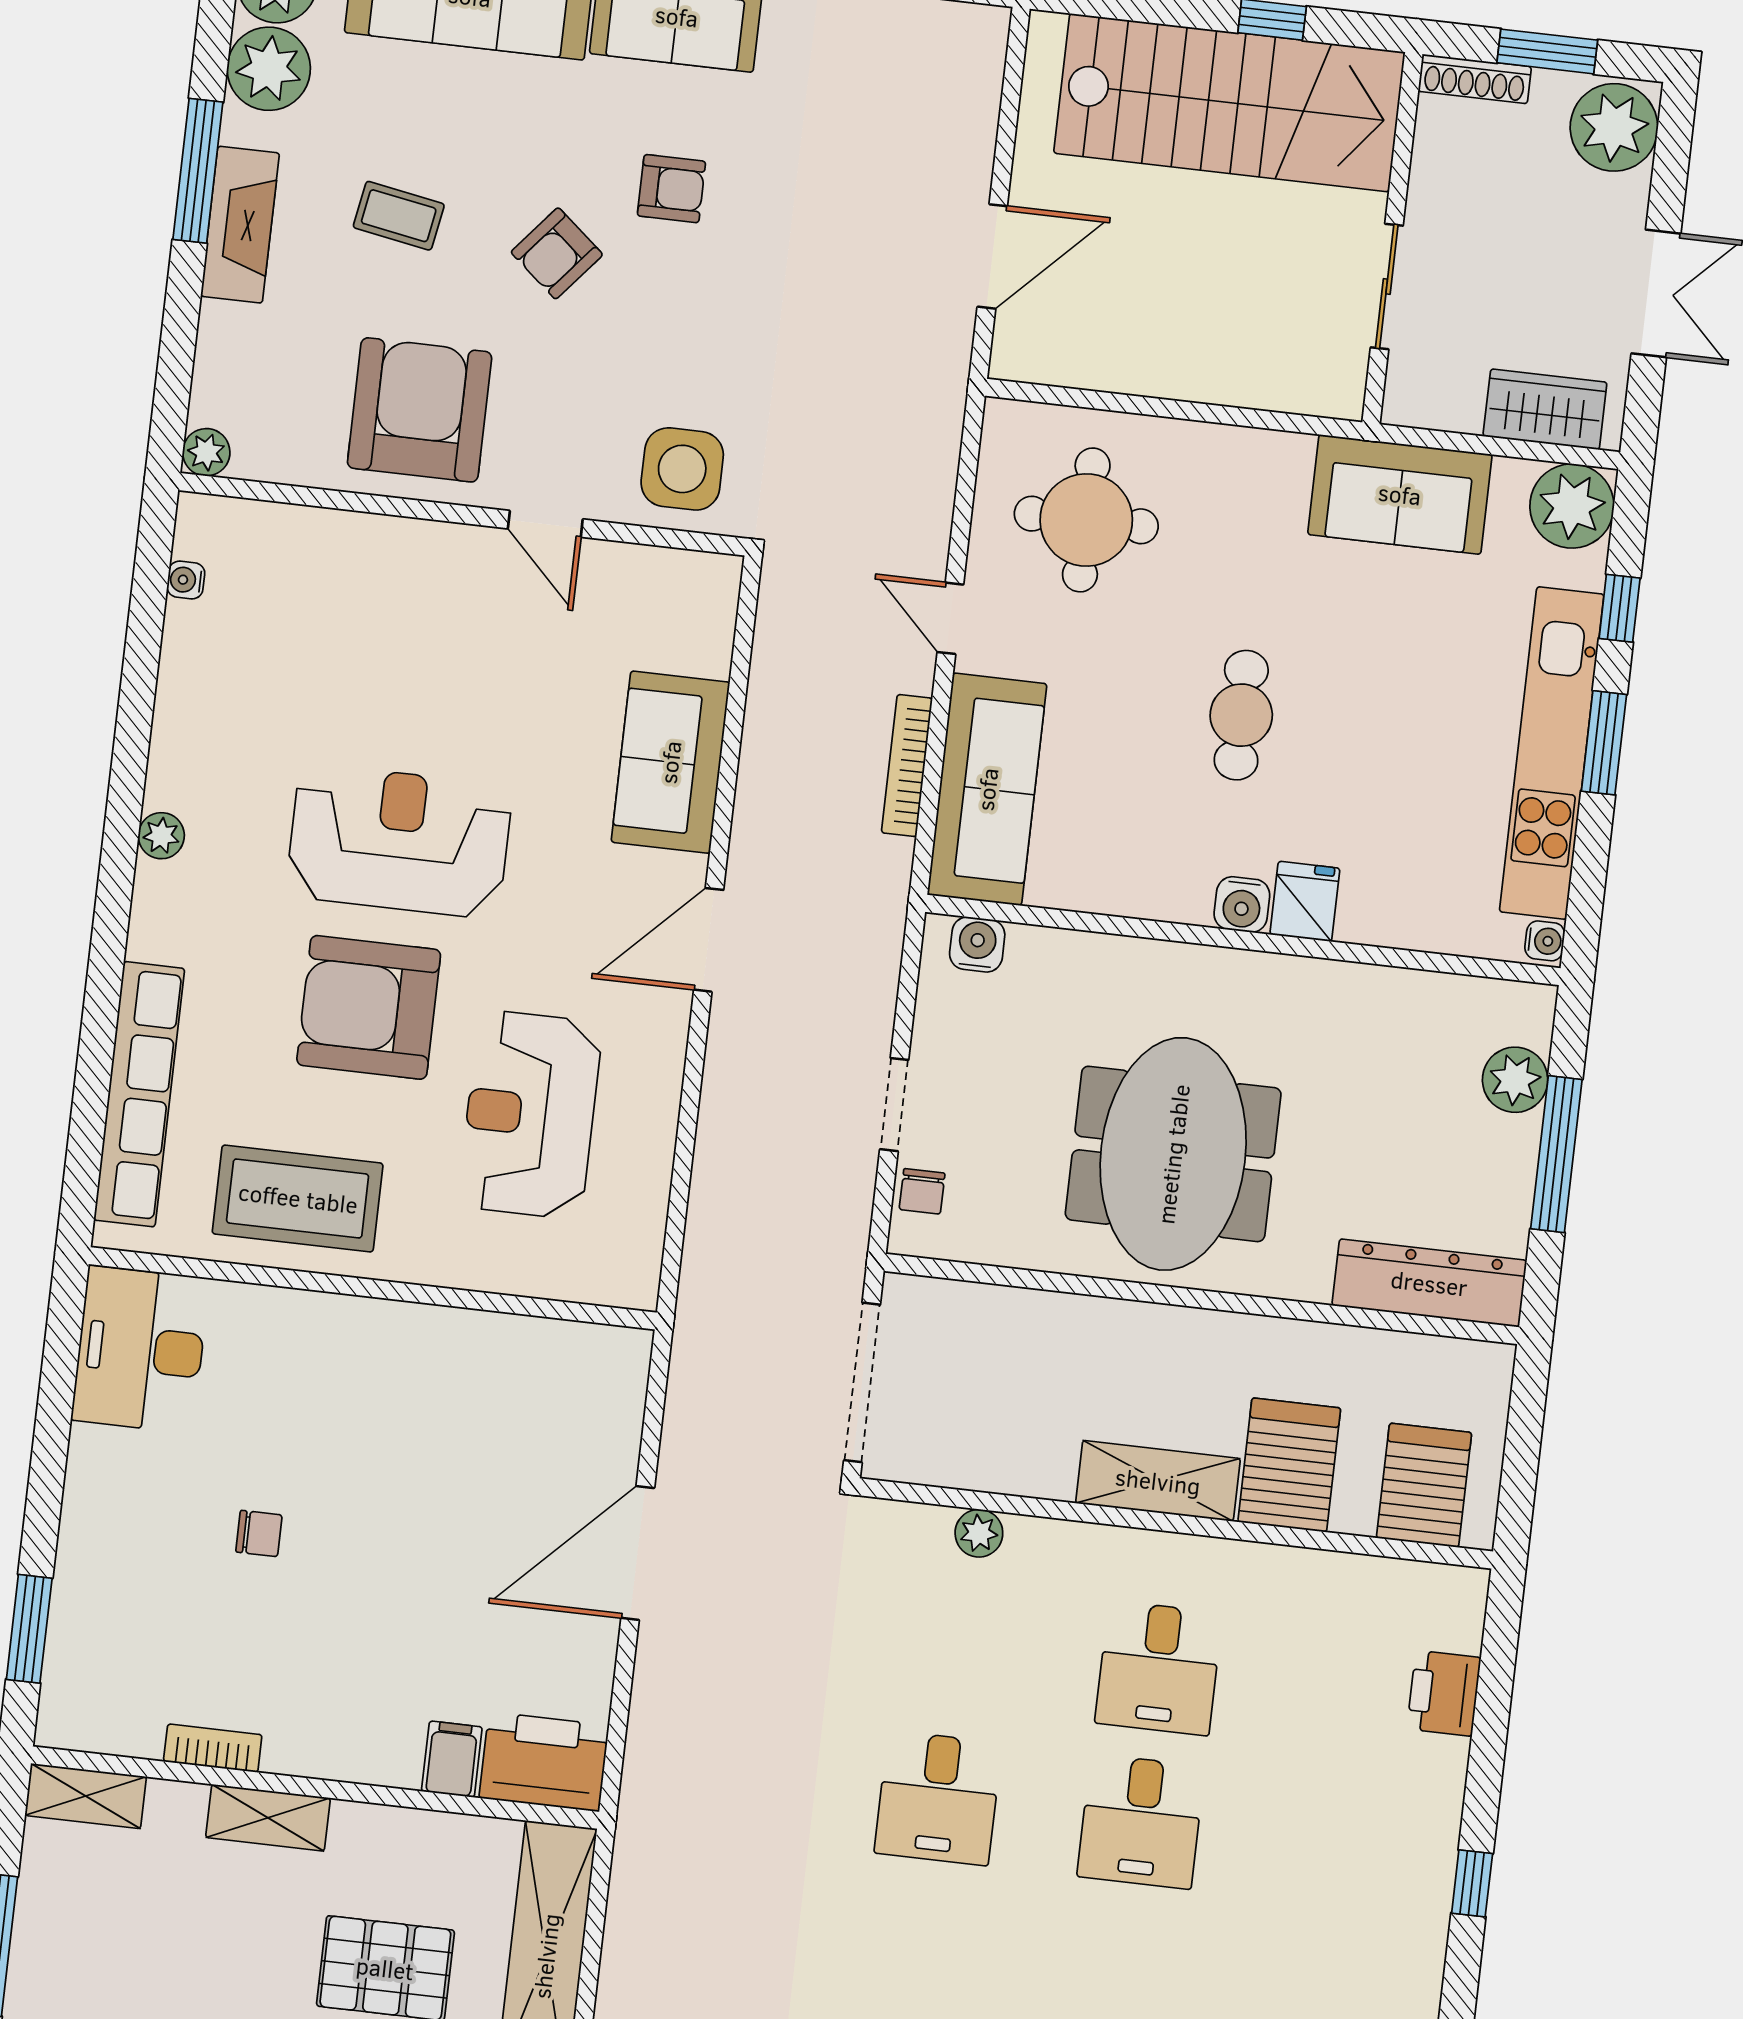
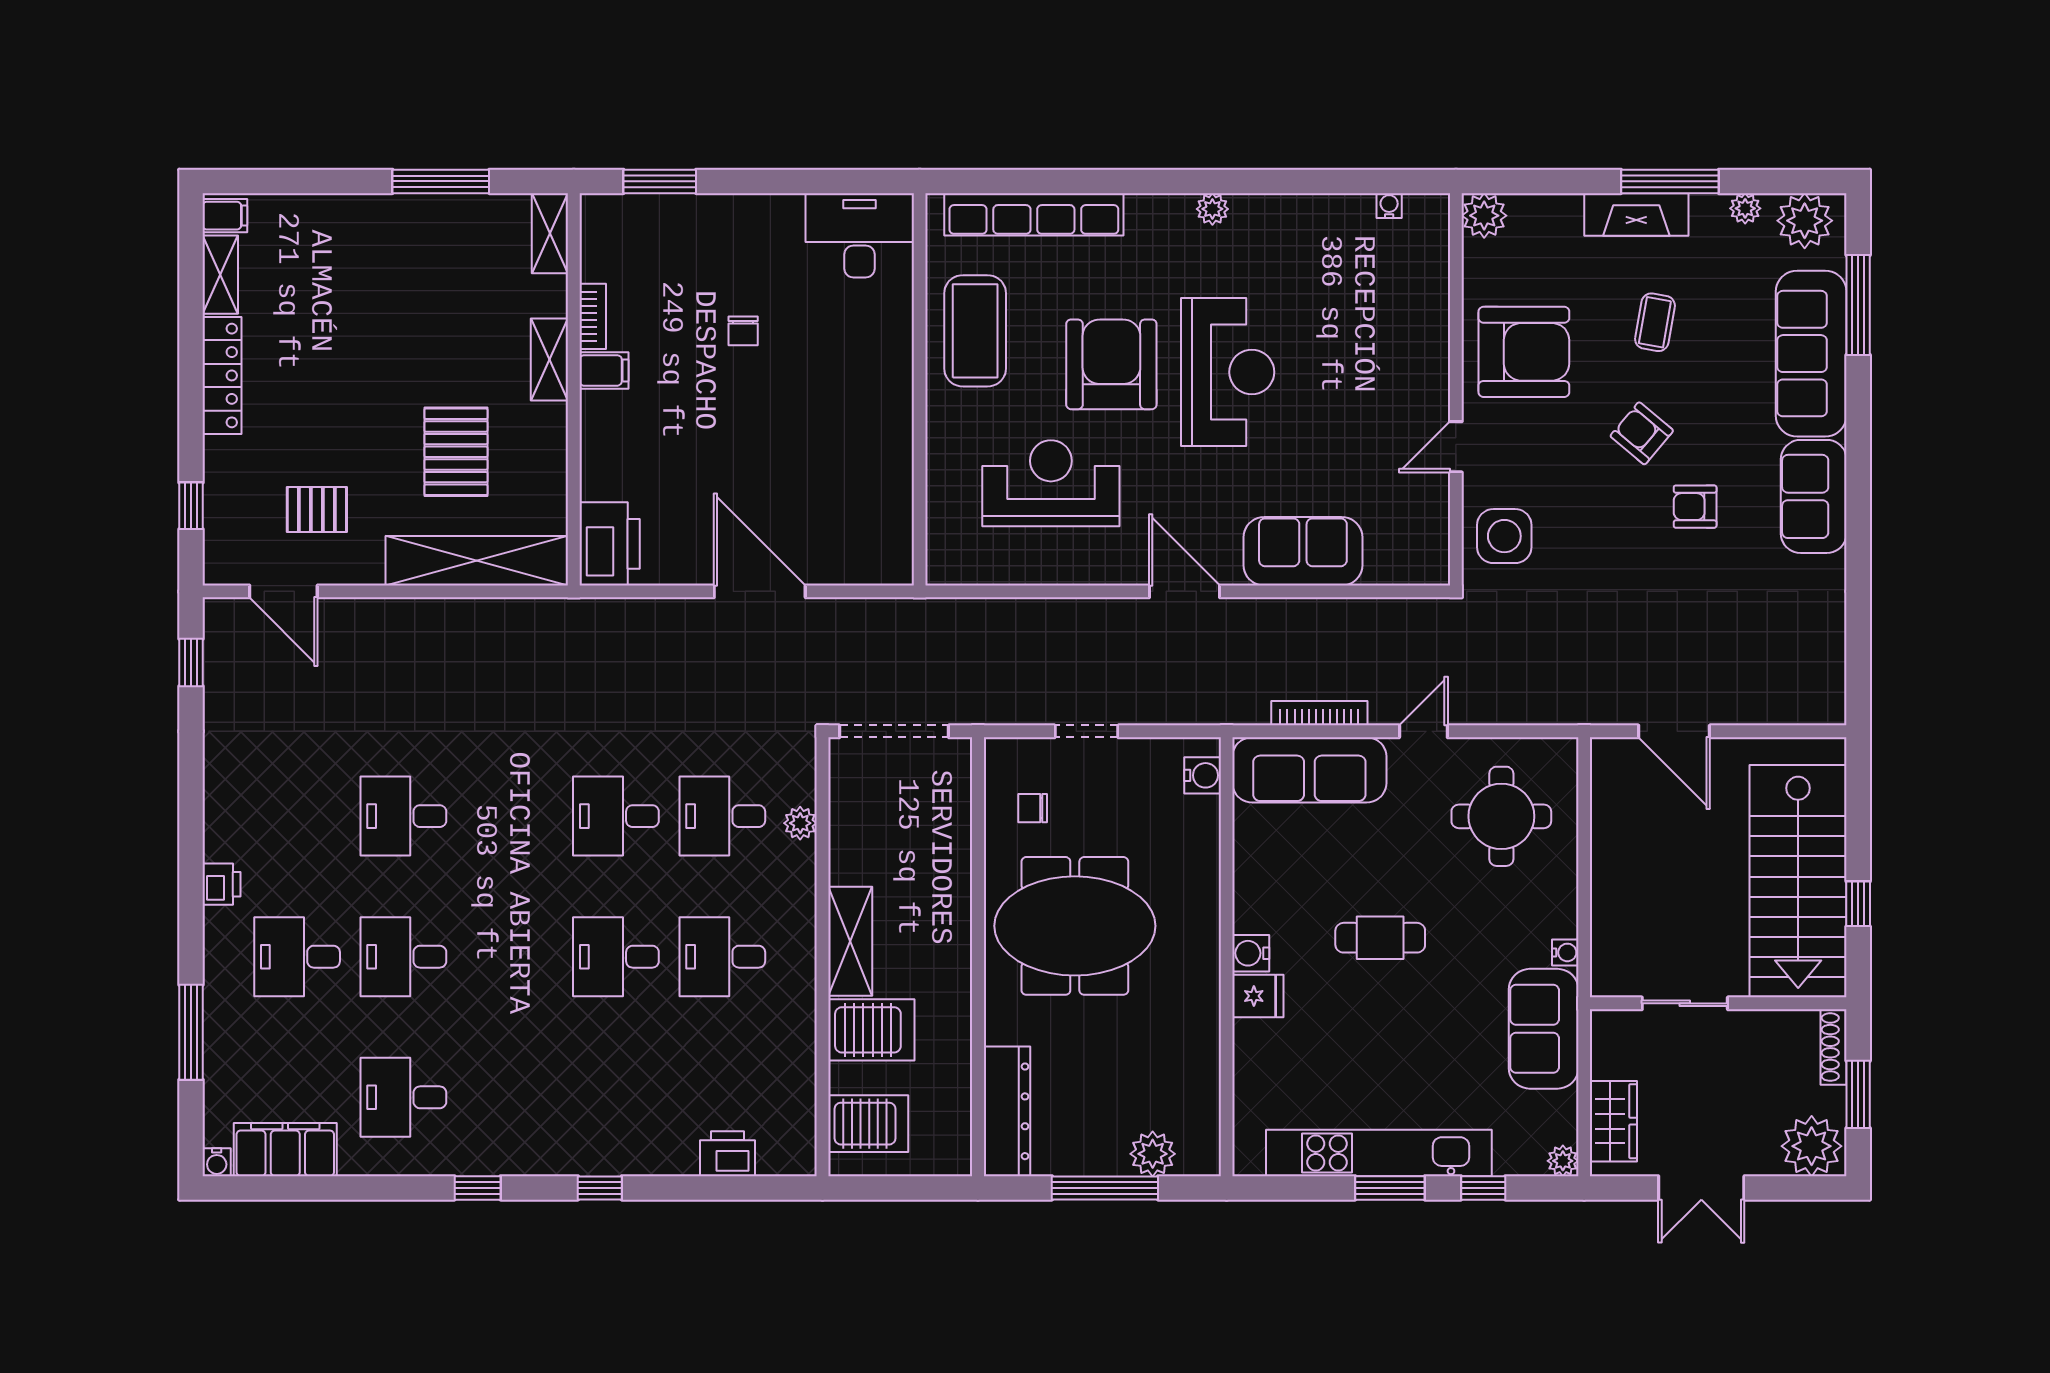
plant: (269, 69) -> (1745, 208), width x0.53, depth x0.53
armchair: (671, 189) -> (1695, 507), turned 90
plant: (206, 452) -> (1484, 216), width x1.38, depth x1.38
plant: (1572, 506) -> (1563, 1161), width x0.53, depth x0.53
water cooler: (1545, 941) -> (1565, 952), moved, turned -90
chair: (922, 1191) -> (1033, 808), moved
desk: (956, 1645) -> (722, 816), added
filing cabinet: (452, 1759) -> (604, 370), moved

